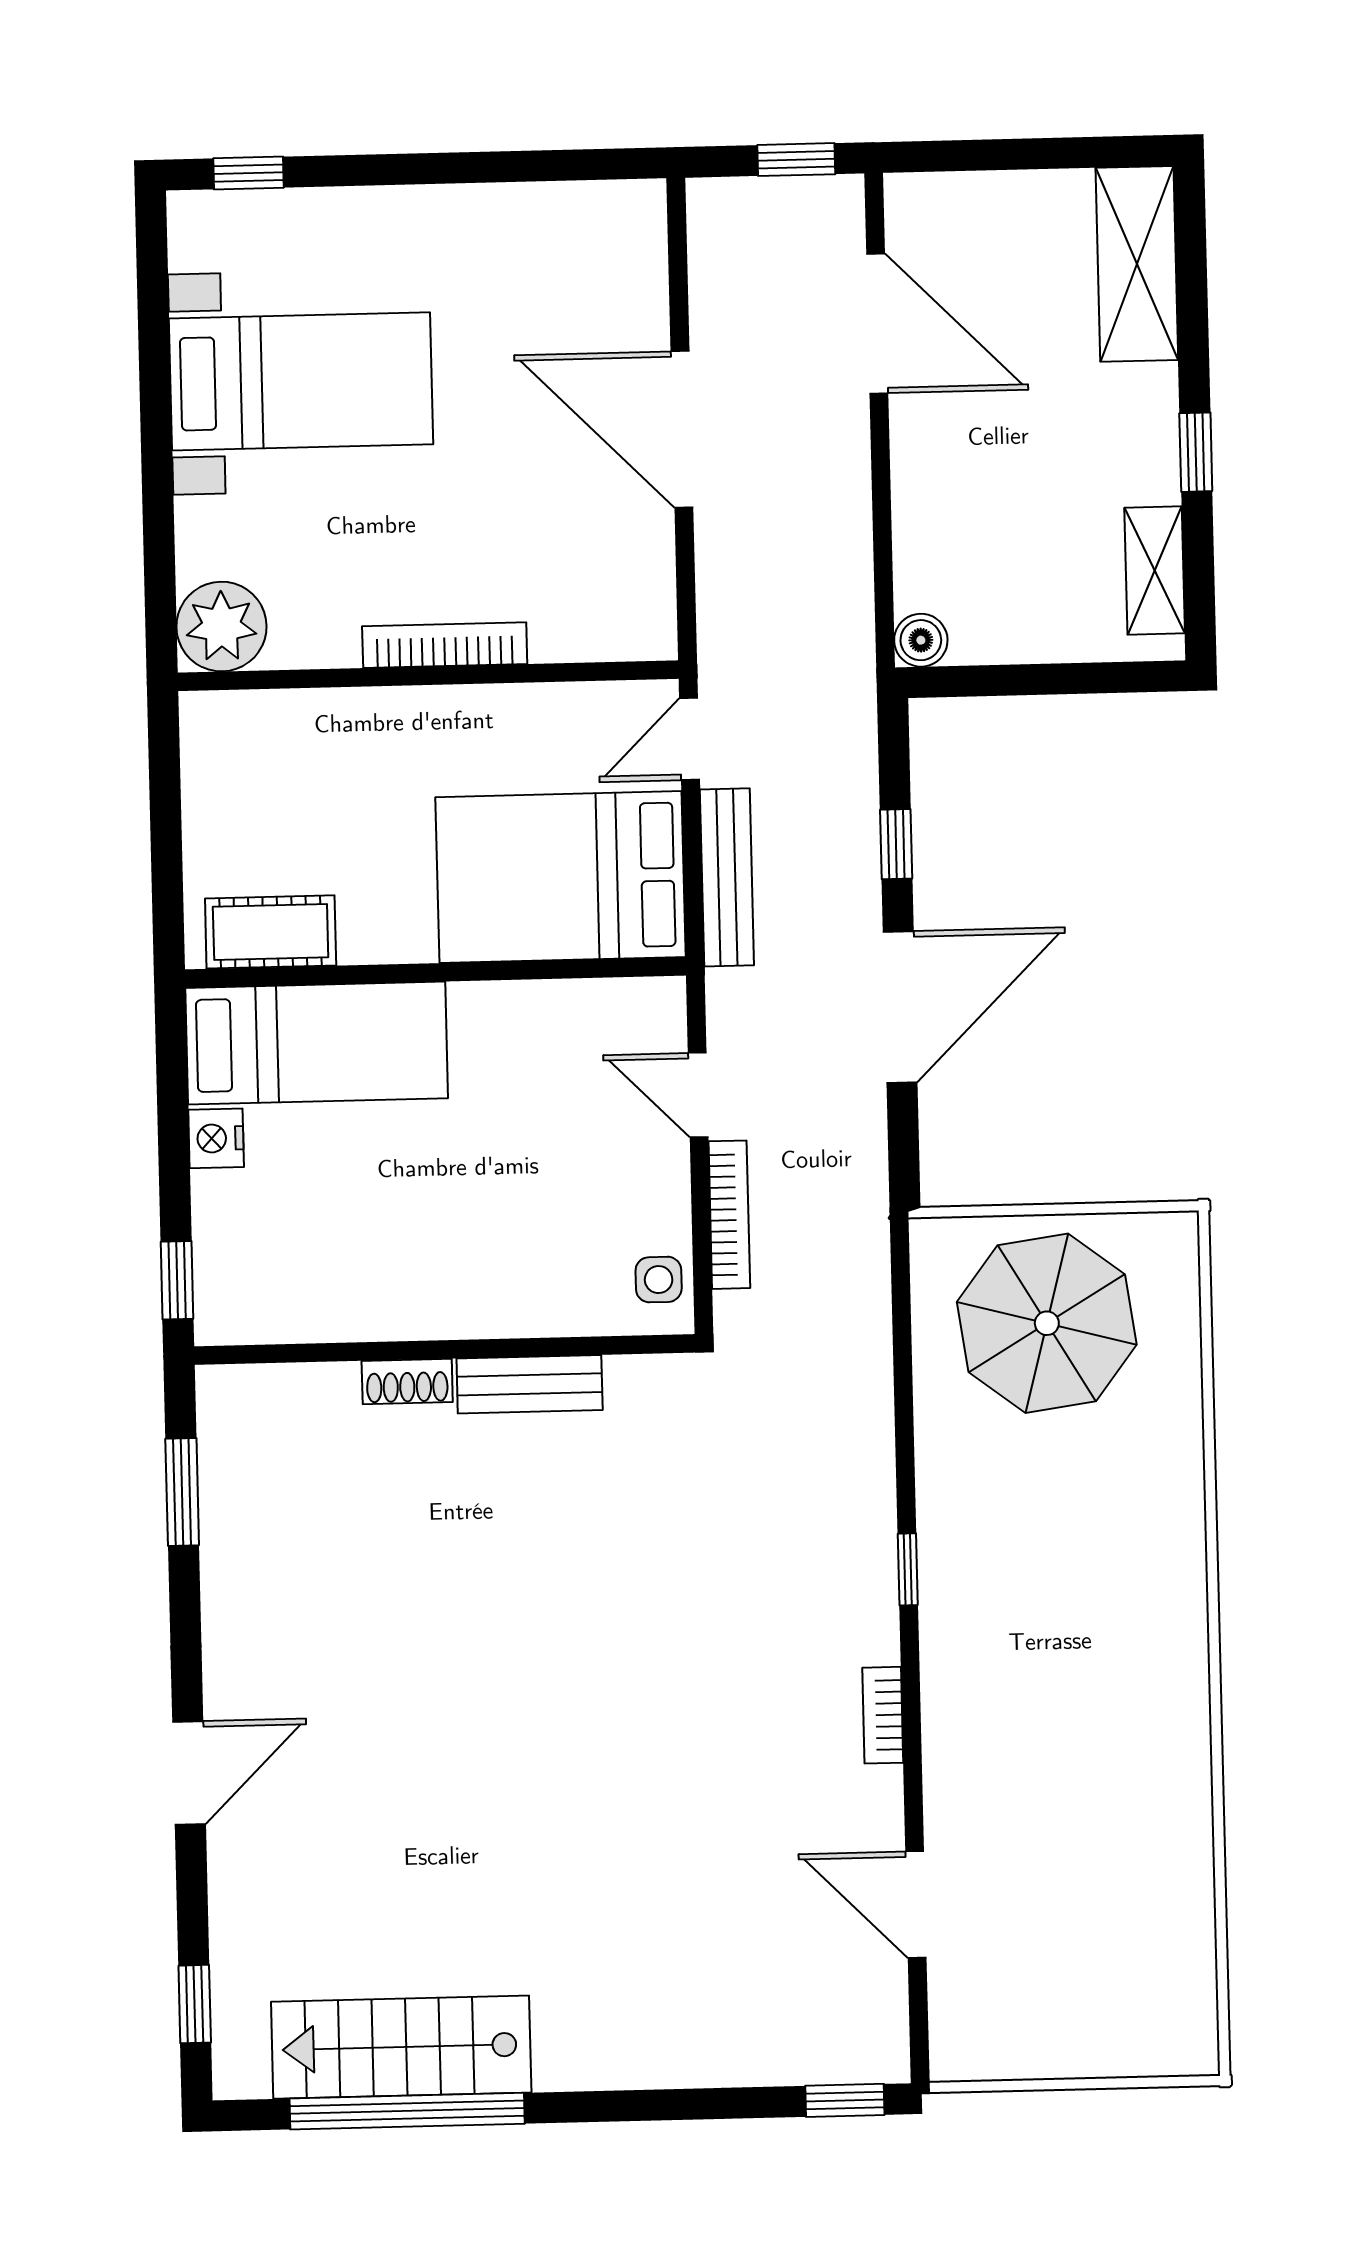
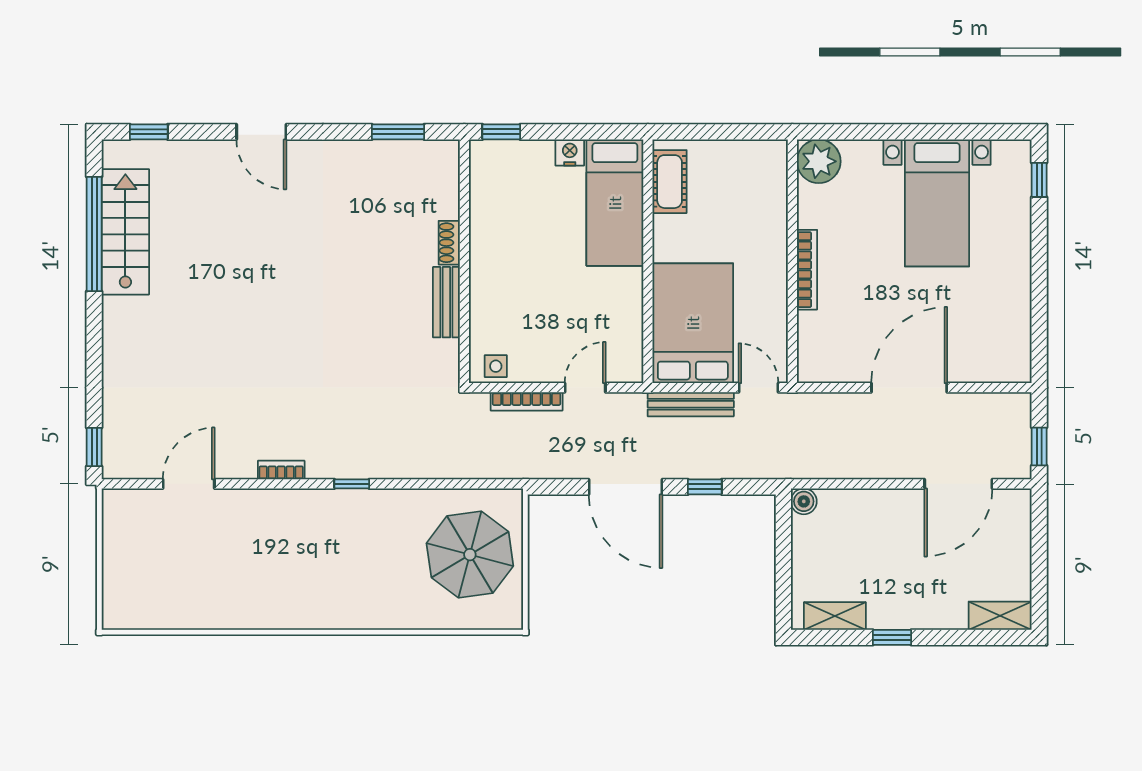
shelving: (1137, 264) -> (1000, 616), width x0.67, depth x0.75

